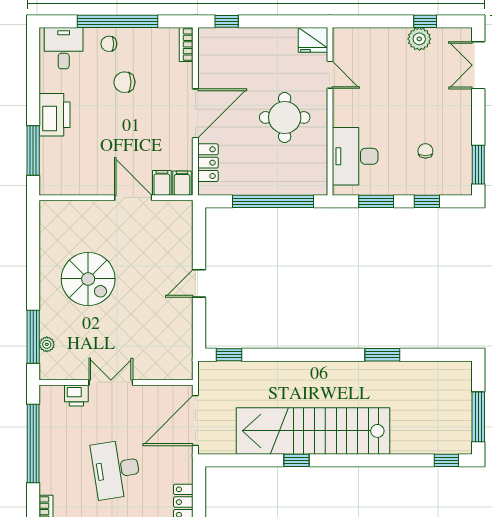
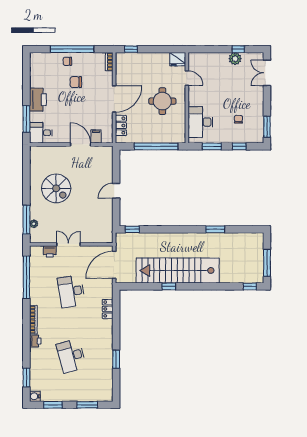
desk: (64, 48) -> (41, 133), moved, turned -90
filing cabinet: (182, 183) -> (107, 137), removed

